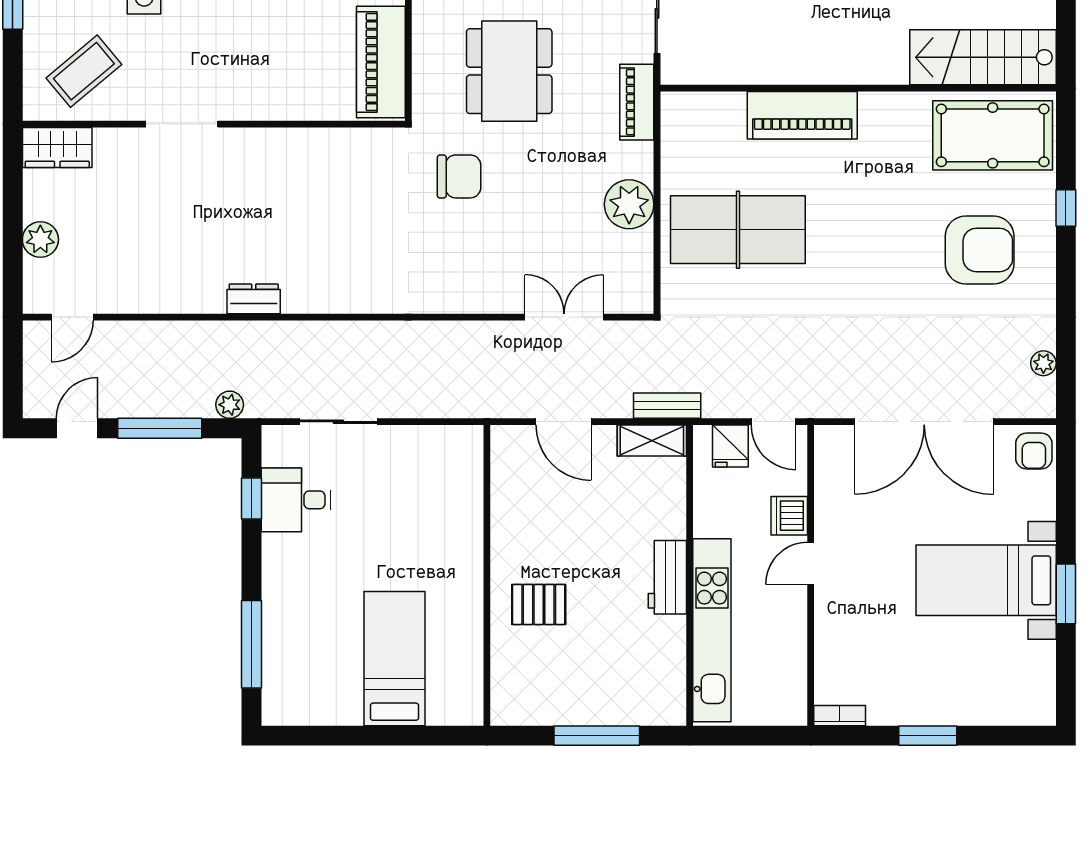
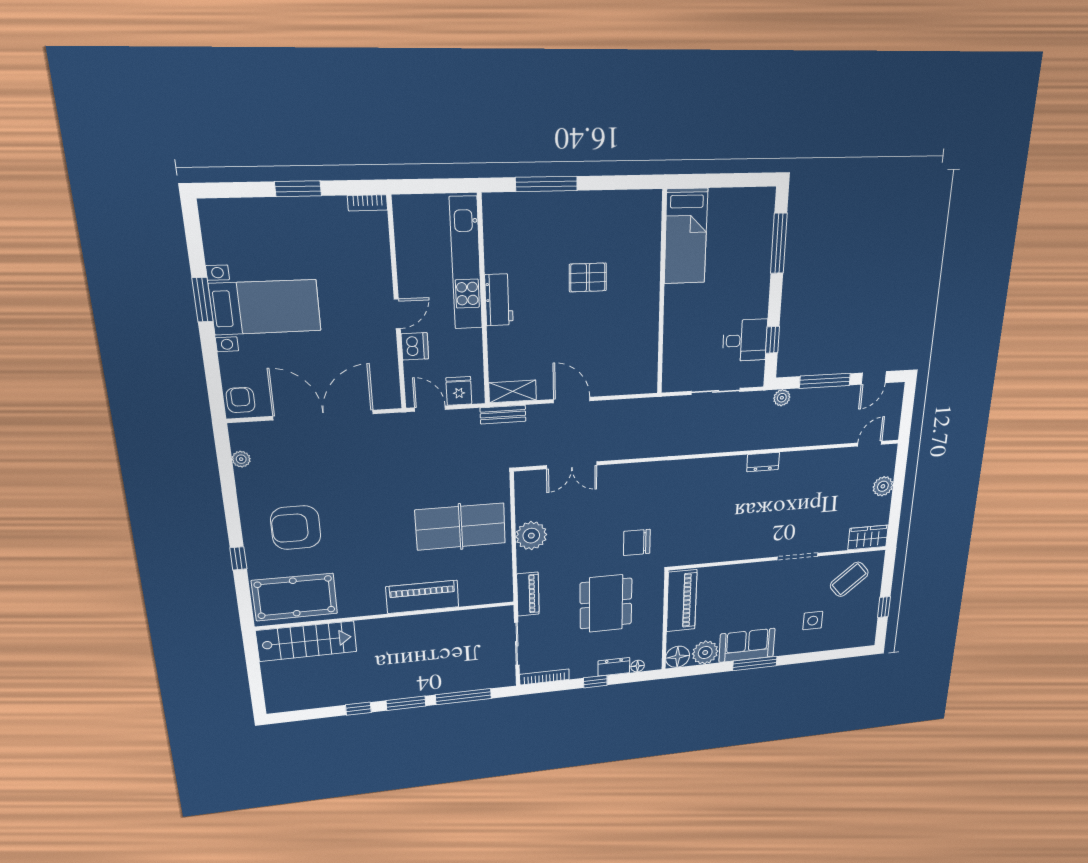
wall: (487, 575) -> (662, 294), moved

